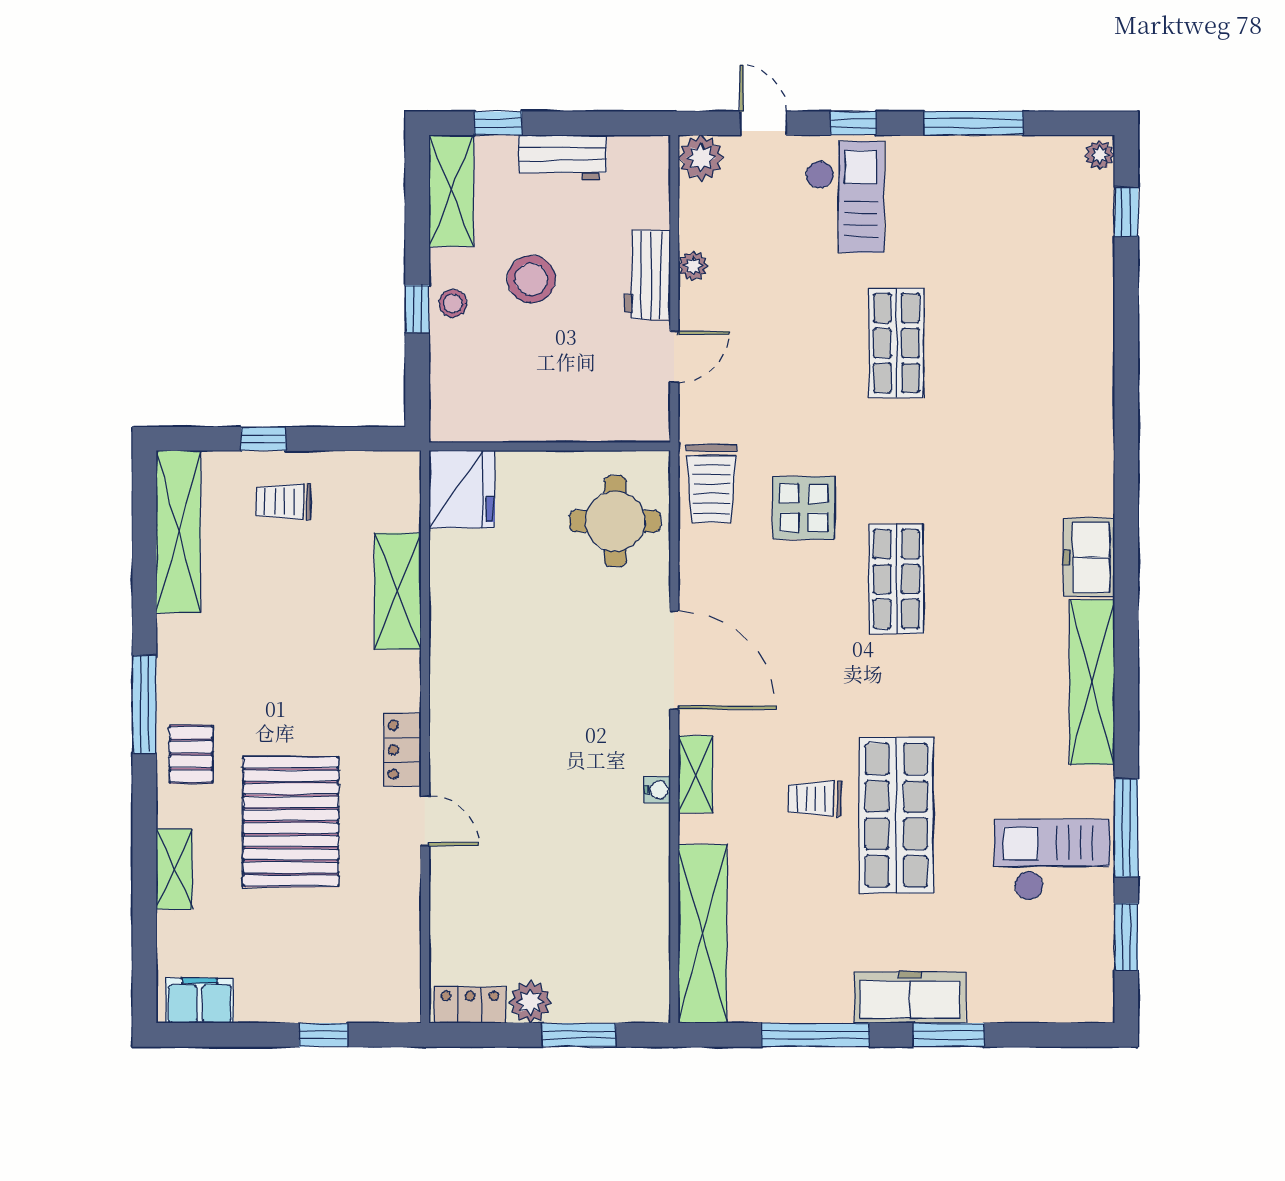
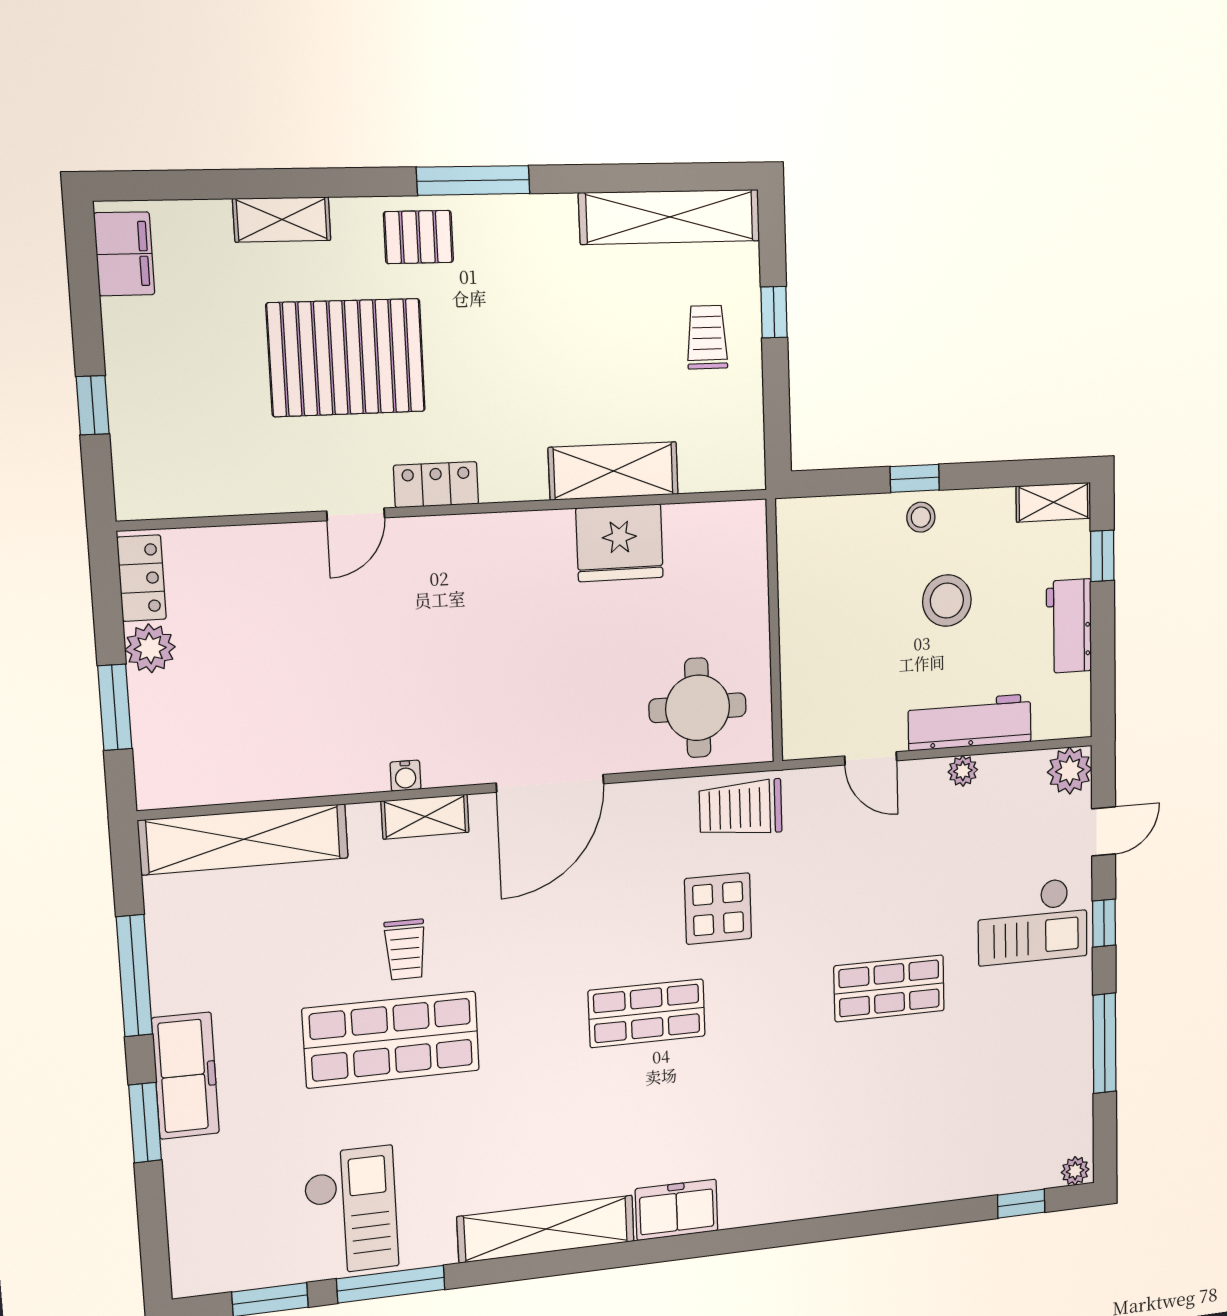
shelving: (451, 191) -> (1054, 502), width x0.67, depth x0.75
workbench: (647, 275) -> (970, 722), width x1.38
fridge: (462, 489) -> (620, 543), moved
trolley: (815, 798) -> (405, 950), turned 180

